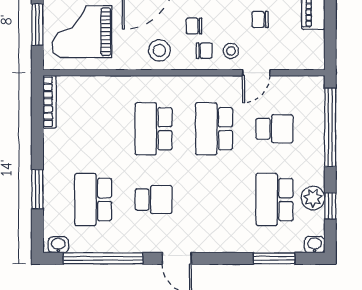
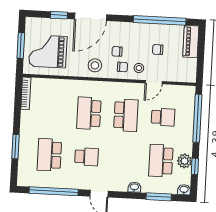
school desk: (214, 129) -> (126, 115), turned 180
washbasin: (58, 245) -> (134, 187), moved

